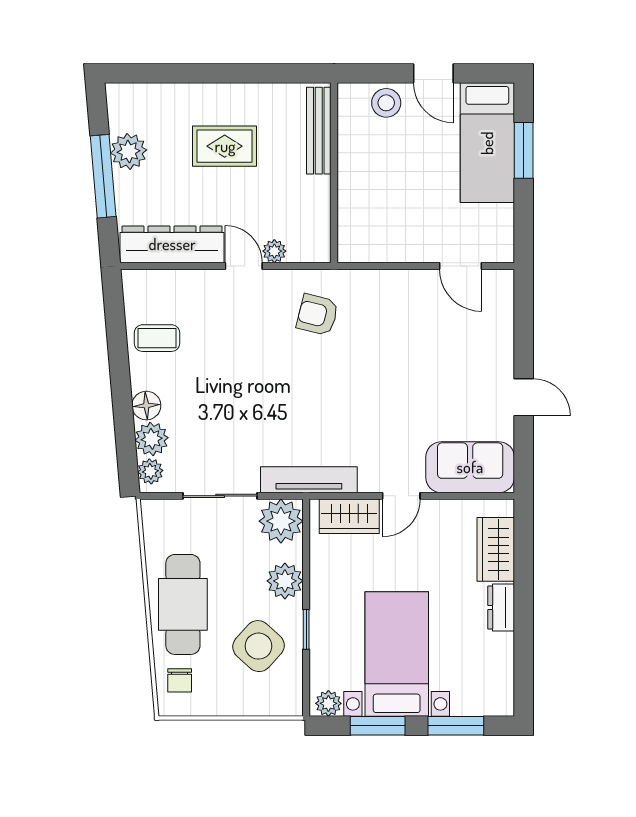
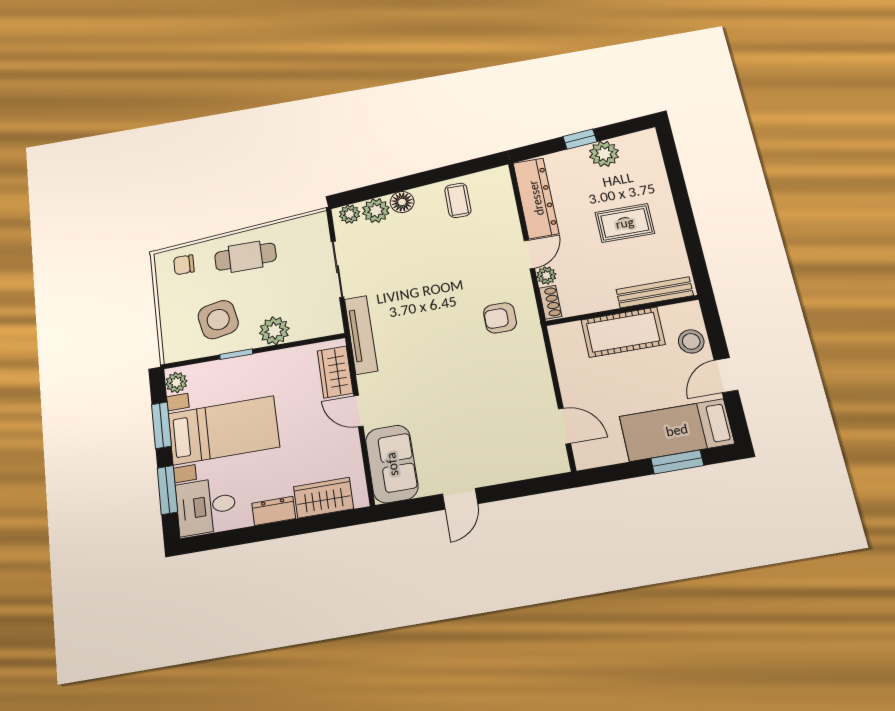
rug: (225, 146) -> (625, 223), turned 90
window: (103, 176) -> (580, 139), width x0.46
cot: (361, 177) -> (623, 332), added
shoe rack: (309, 253) -> (550, 302), added
door: (460, 266) -> (565, 426), swing flipped
armchair: (317, 315) -> (500, 318), turned -104
plant: (281, 521) -> (323, 319), removed
cafe table: (183, 604) -> (246, 257), width x0.73, depth x0.74
side table: (259, 646) -> (218, 320), turned 37
desk: (482, 683) -> (206, 506), added

